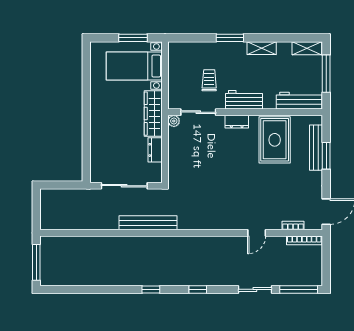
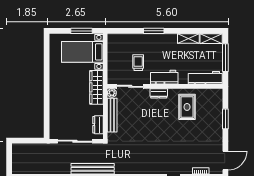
shelving: (262, 48) -> (188, 39), moved
rug: (275, 140) -> (187, 107), width x0.73, depth x0.70
bench: (316, 148) -> (112, 115), moved
dresser: (155, 150) -> (98, 125), moved

